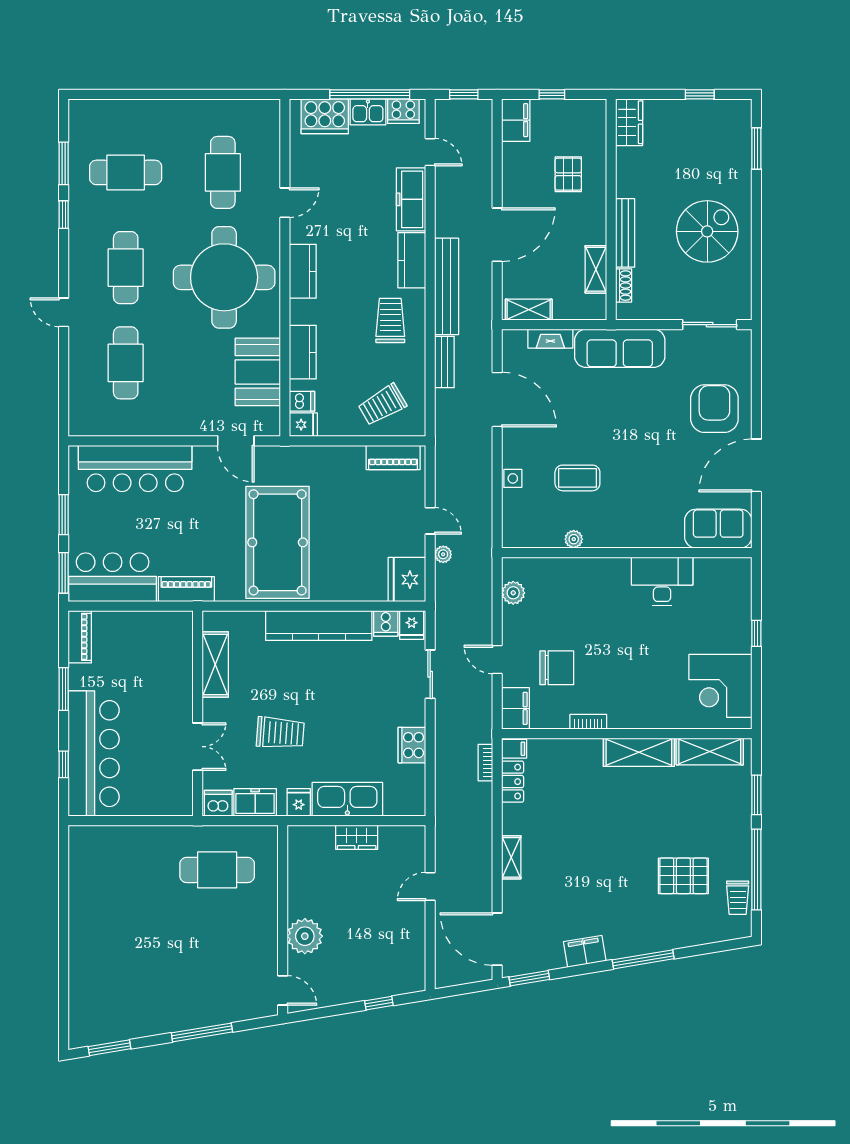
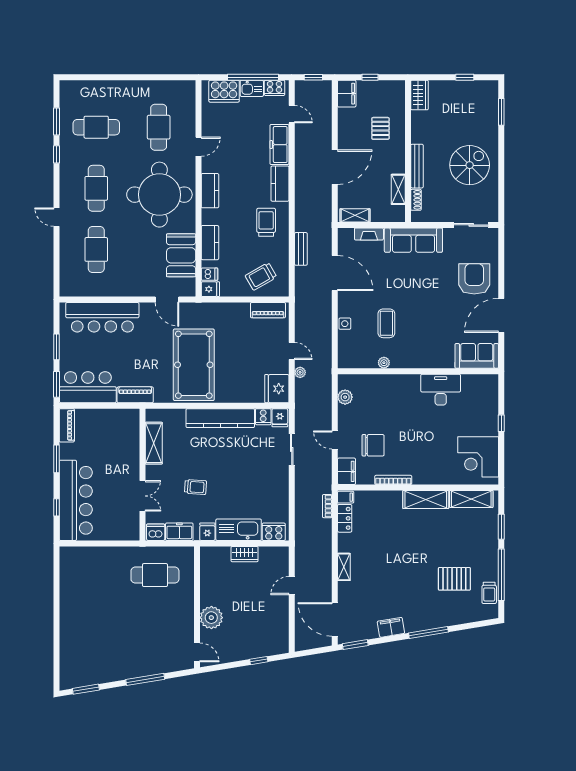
bench: (447, 286) -> (302, 200), removed
coffee table: (577, 478) -> (386, 323), turned 90
bookcase: (588, 722) -> (393, 480), width x1.56
trolley: (280, 733) -> (196, 487), width x0.73, depth x0.72
cooker: (412, 745) -> (274, 532), moved, turned 90

